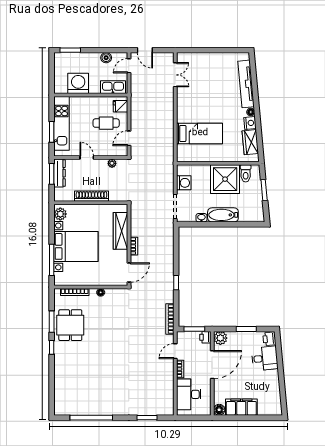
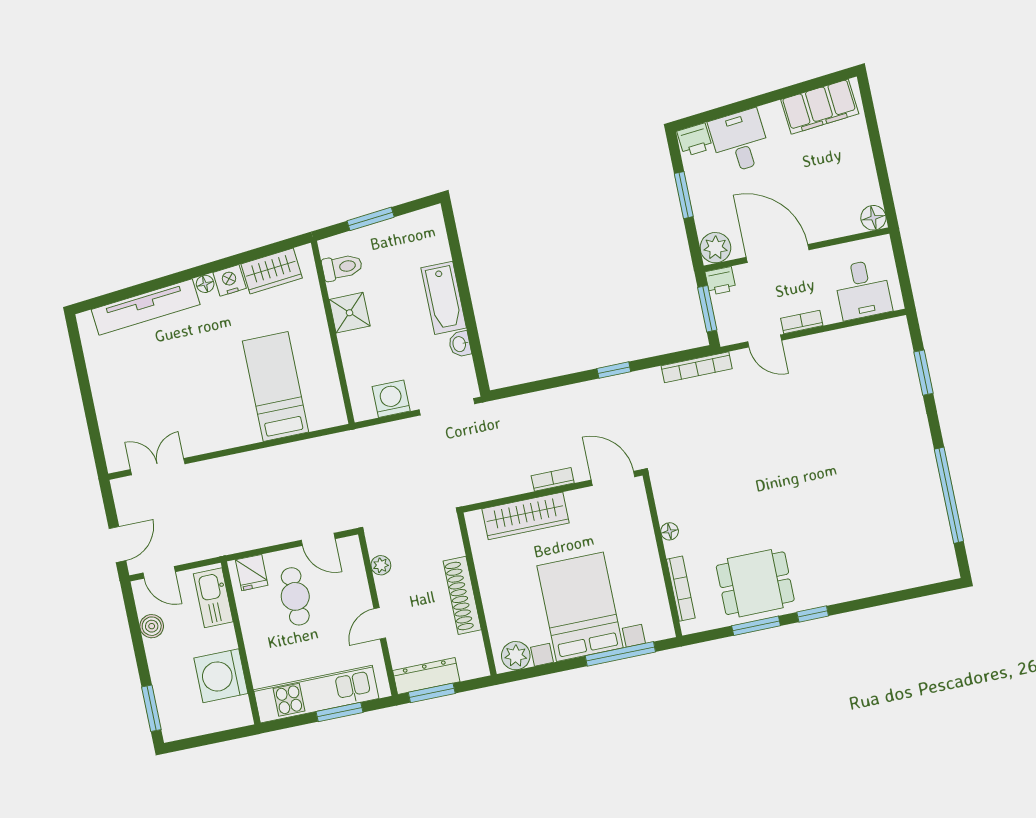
shower: (225, 179) -> (350, 313), width x0.54, depth x0.54
desk: (189, 394) -> (863, 290), width x0.73
filing cabinet: (241, 407) -> (820, 107), moved, turned -95

